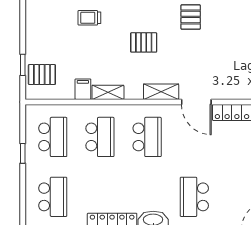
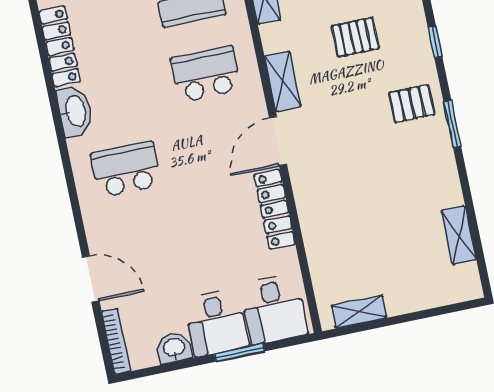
pallet: (144, 42) -> (355, 37), turned 90
school desk: (147, 137) -> (206, 74), turned 180

